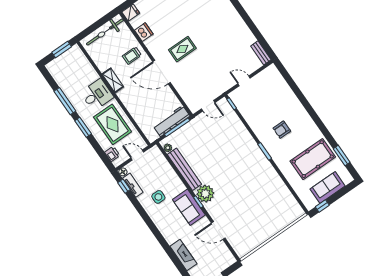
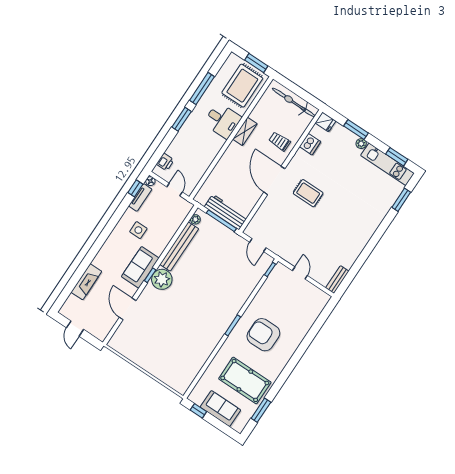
rug: (113, 124) -> (242, 86), moved
armchair: (282, 130) -> (263, 335), width x1.88, depth x1.88

